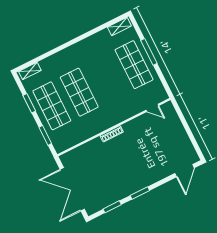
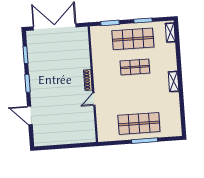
shelving: (119, 26) -> (174, 81), moved
shop shelf: (79, 92) -> (135, 67), width x0.70, depth x0.74
door: (152, 108) -> (94, 99), moved
door: (185, 171) -> (30, 115), moved

